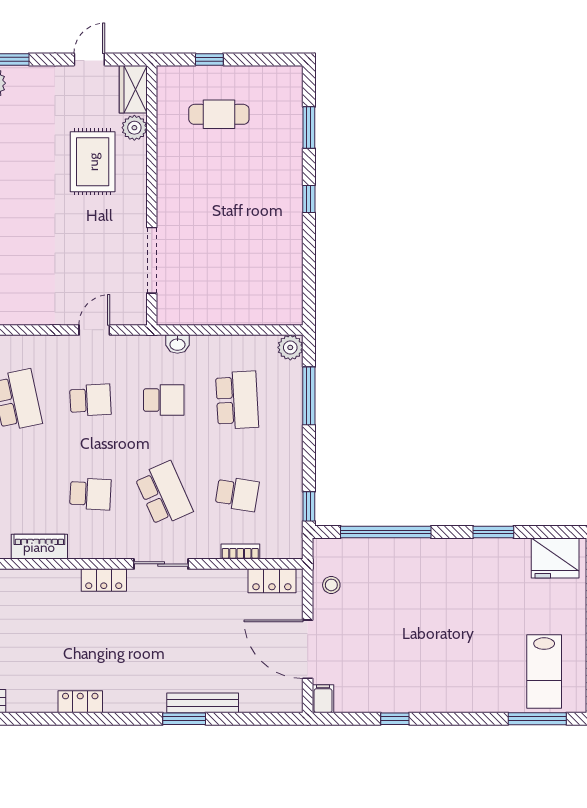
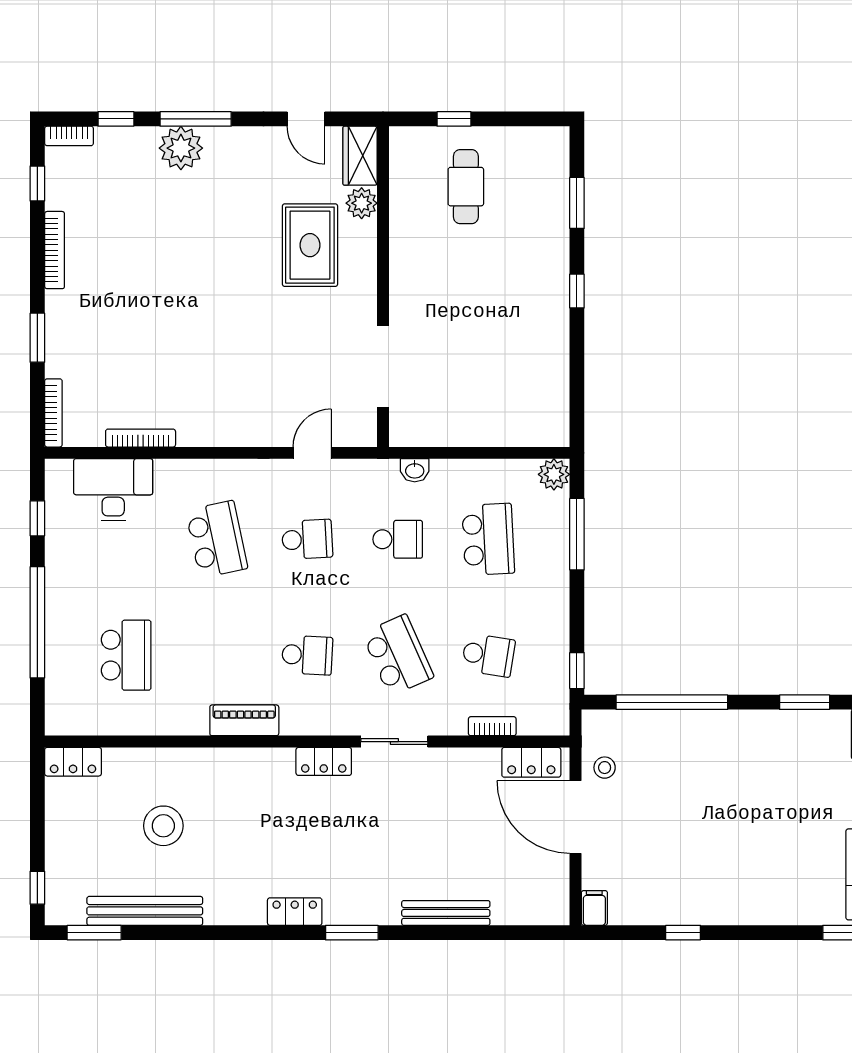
door: (89, 59) -> (306, 119), swing flipped
cafe table: (219, 114) -> (466, 187), turned 90
door: (308, 649) -> (575, 817), moved
window: (184, 719) -> (352, 933), moved

